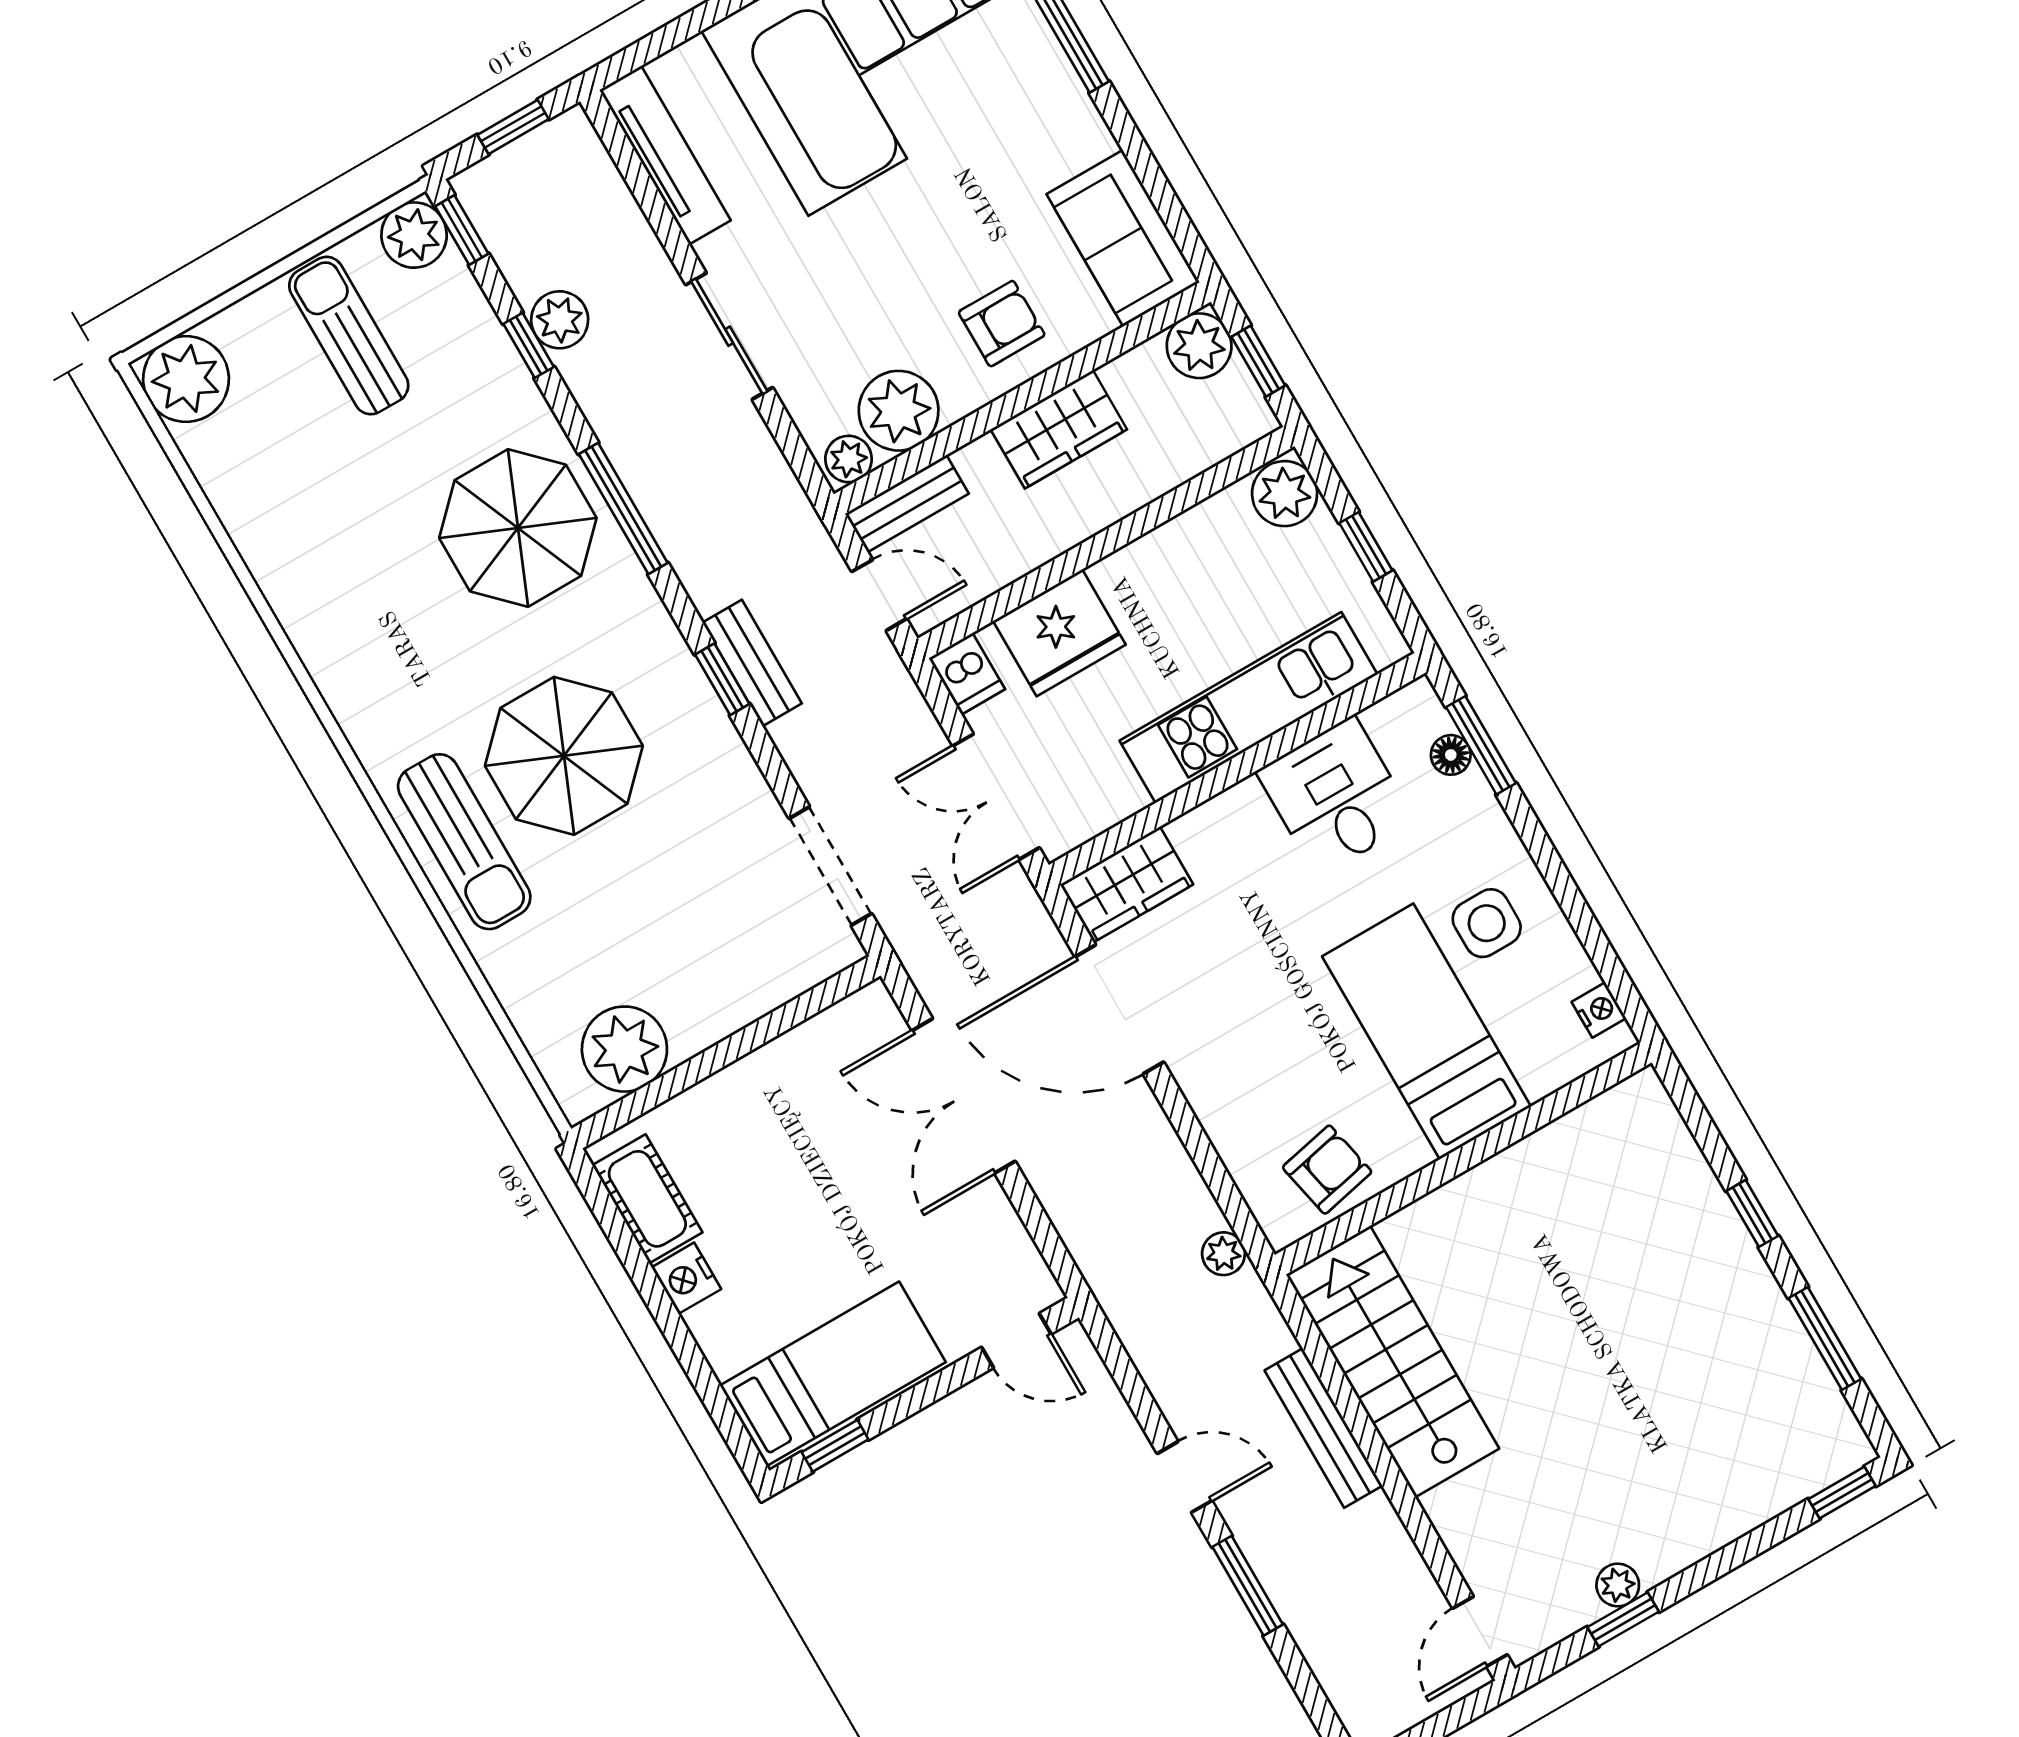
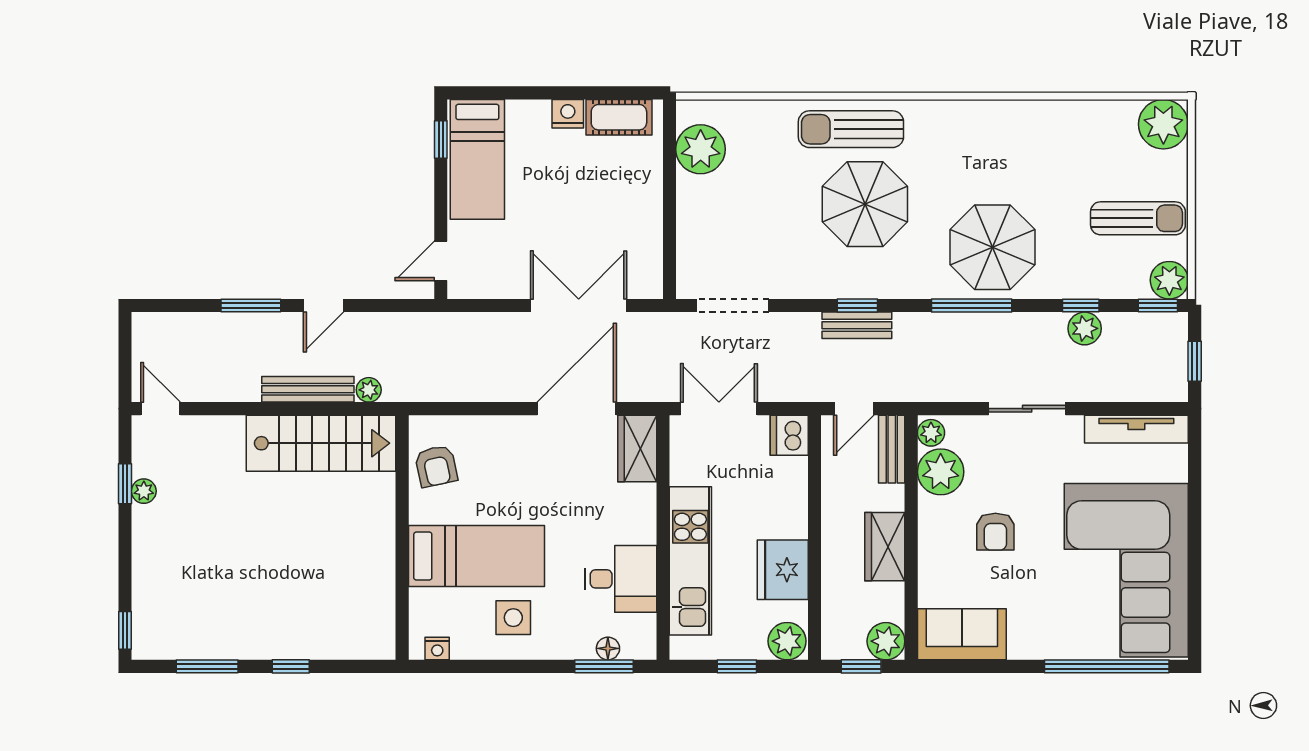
armchair: (1002, 324) -> (995, 532), moved
fridge: (1059, 633) -> (783, 570), moved
dishwasher: (967, 674) -> (789, 435), width x1.38
plant: (1223, 1254) -> (369, 390), moved

